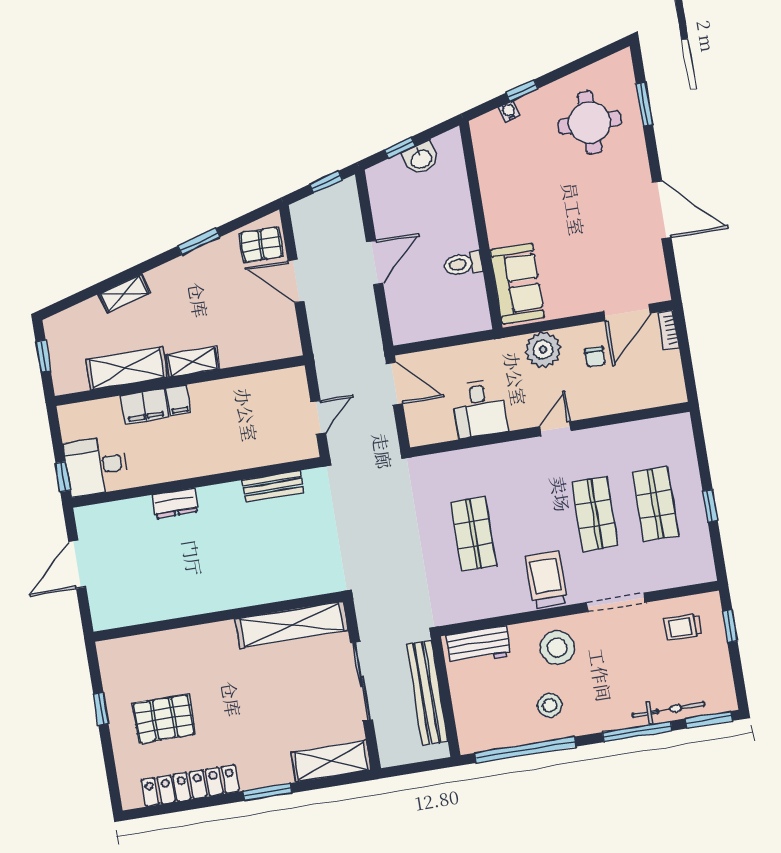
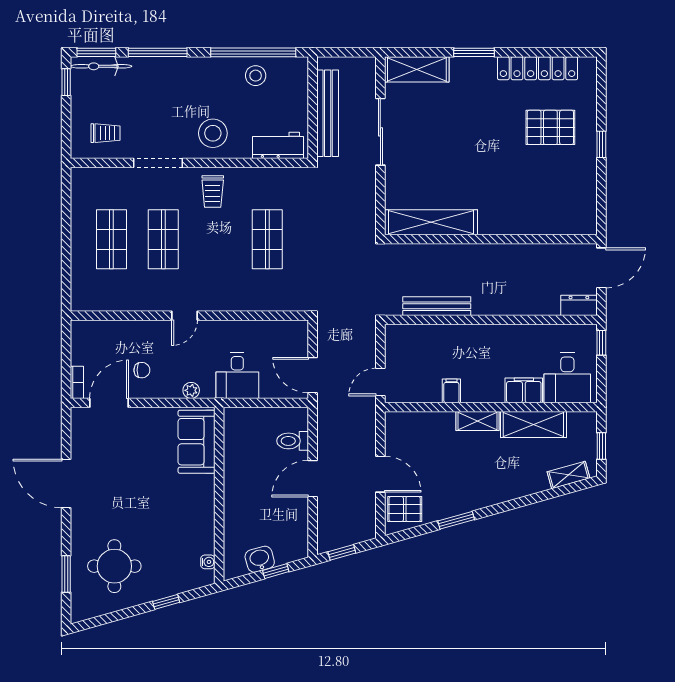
water cooler: (509, 111) -> (208, 562), moved, turned -74
toilet: (463, 264) -> (293, 441), moved, turned 180
shelving: (124, 294) -> (569, 475), moved
plant: (543, 350) -> (191, 390), width x0.53, depth x0.53
chair: (595, 357) -> (142, 370), turned 90
filing cabinet: (179, 400) -> (451, 391), moved
desk: (479, 409) -> (237, 376), moved, turned 180
door: (318, 417) -> (380, 382), moved
desk: (96, 466) -> (567, 378), moved, turned 90
bench: (273, 486) -> (437, 306), width x1.36
dresser: (175, 503) -> (579, 305), moved
window: (710, 506) -> (66, 230), removed
trolley: (546, 579) -> (213, 191), width x0.73, depth x0.72
wall: (218, 616) -> (491, 239), moved
shelving: (292, 625) -> (431, 222), moved
window: (730, 626) -> (66, 82), moved
stool: (550, 705) -> (256, 76), moved
bicycle: (668, 710) -> (101, 66), moved

